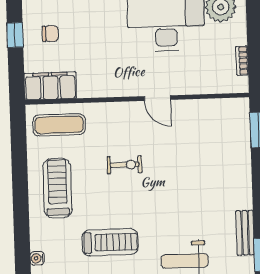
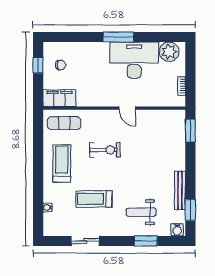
exercise bike: (125, 165) -> (105, 150), width x1.38, depth x1.39
bench: (245, 233) -> (180, 190), width x1.36
treadmill: (110, 242) -> (94, 199), turned 180

